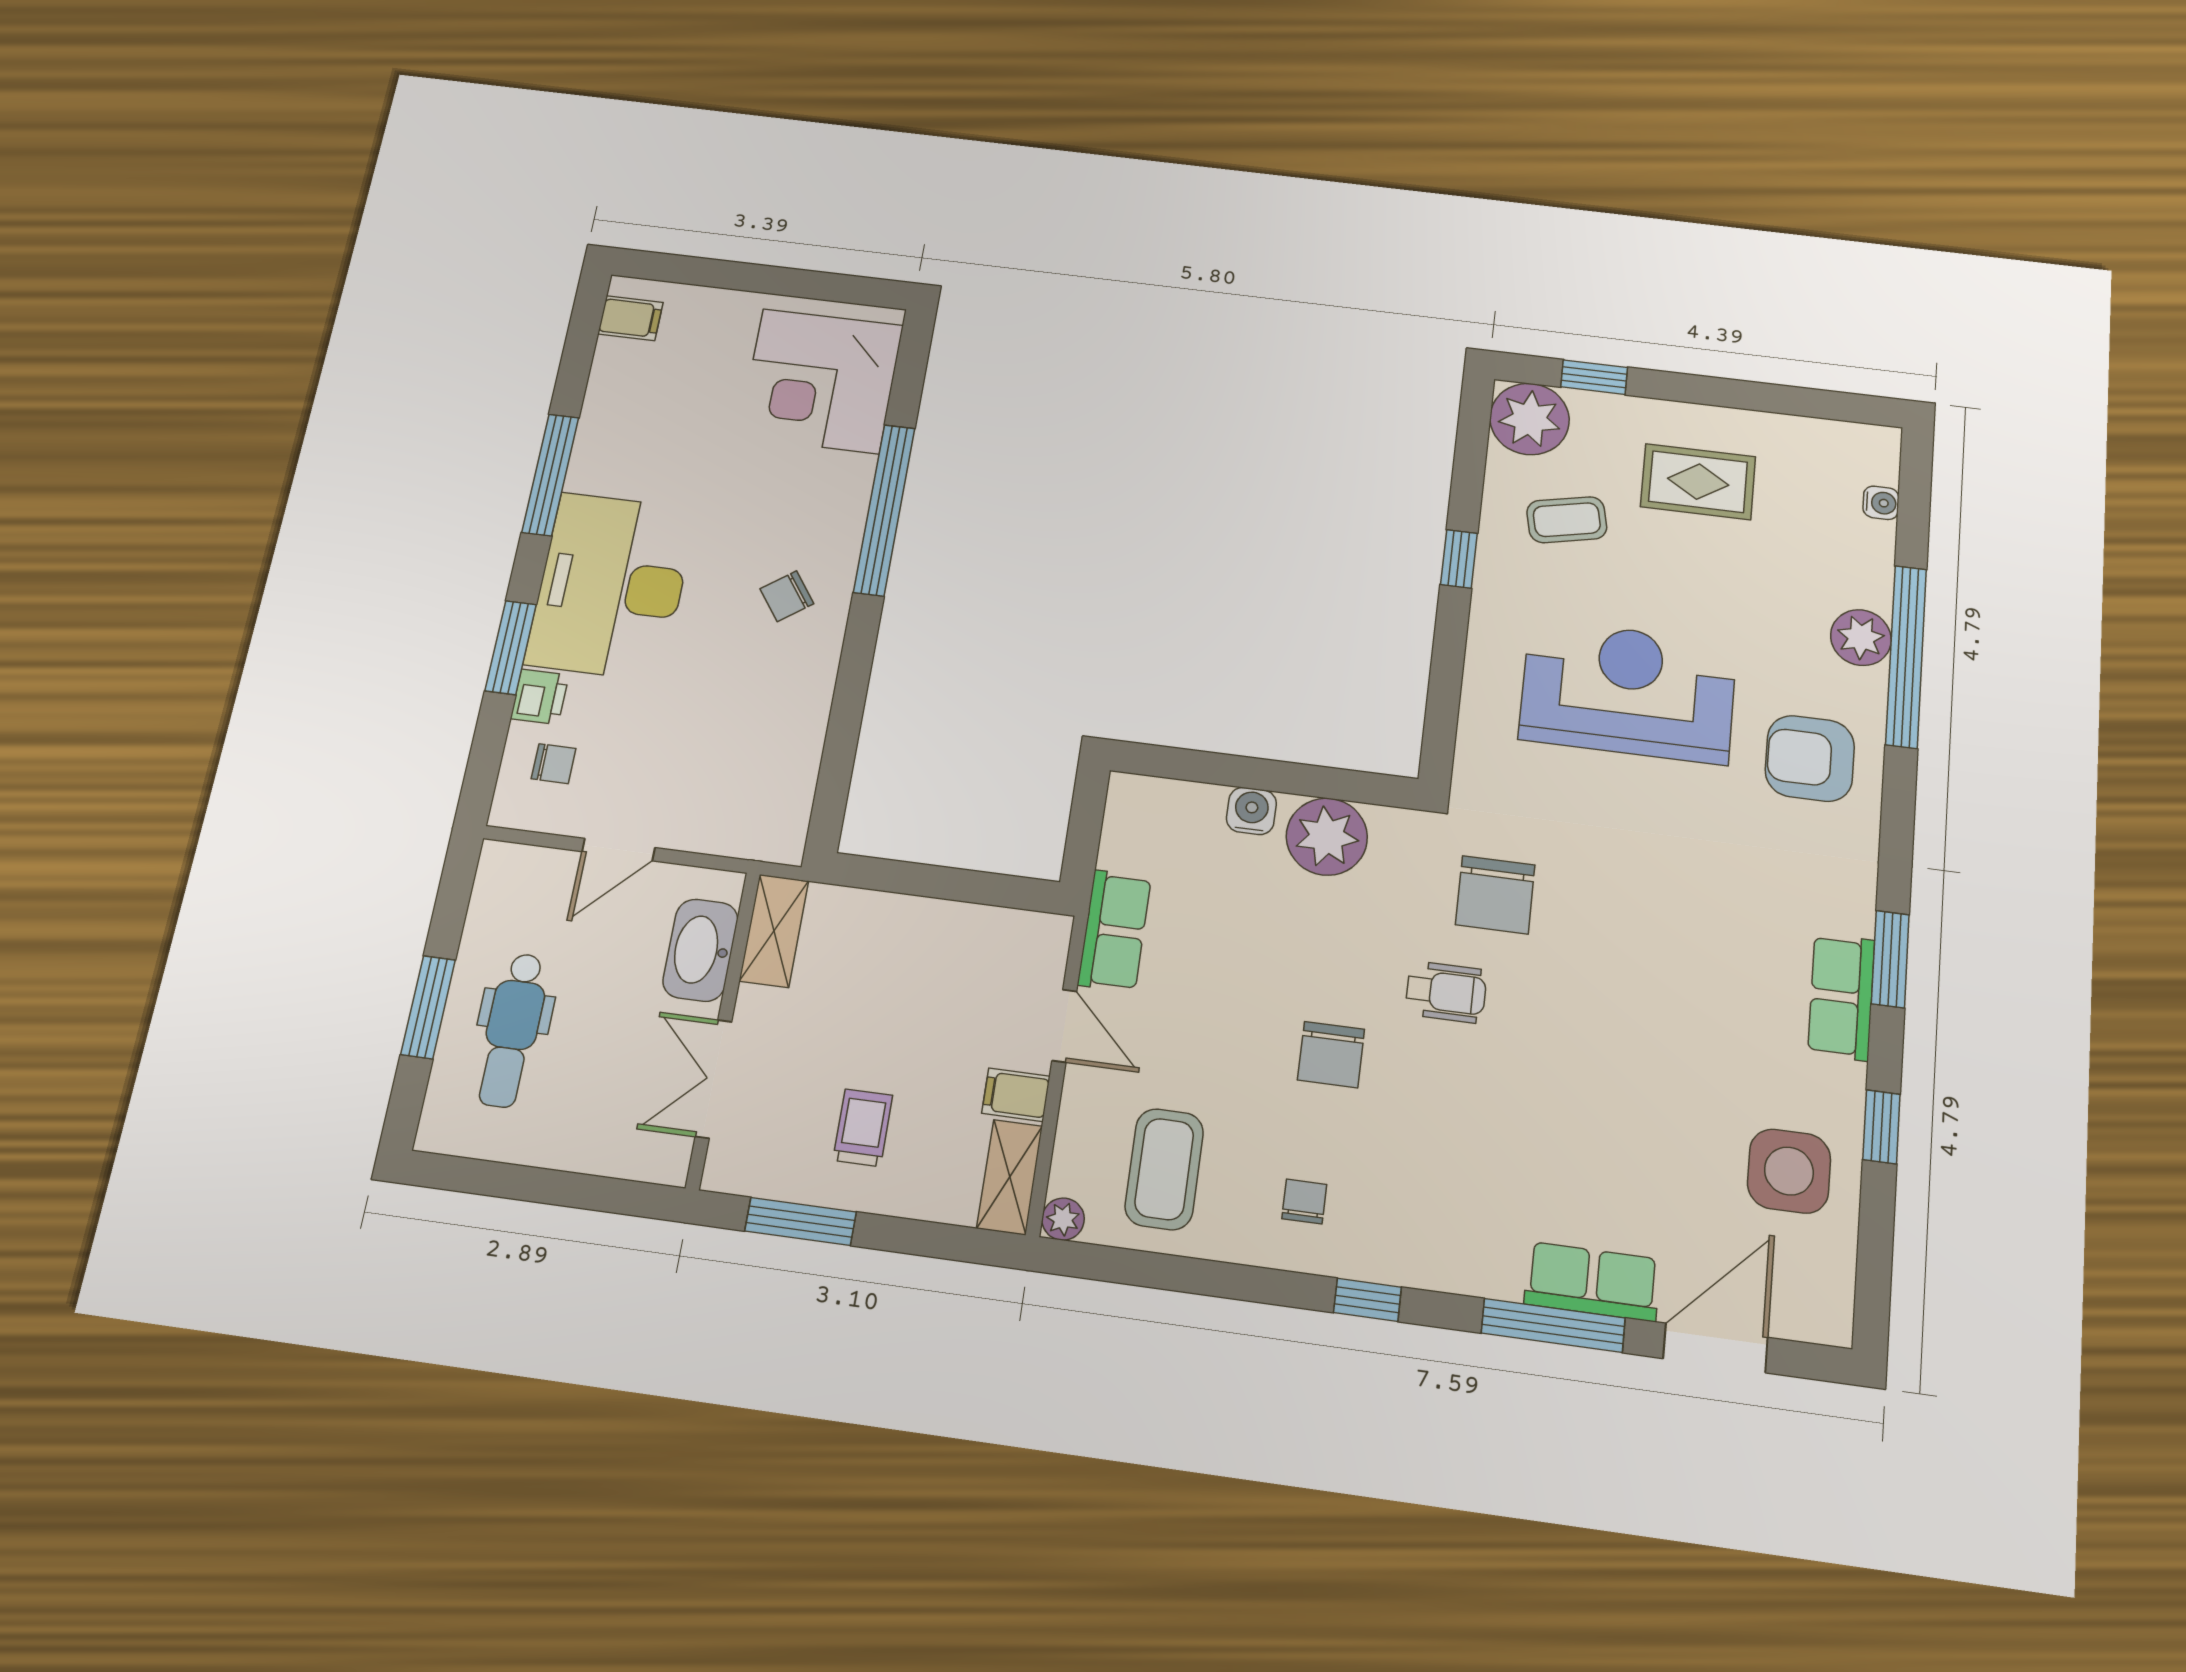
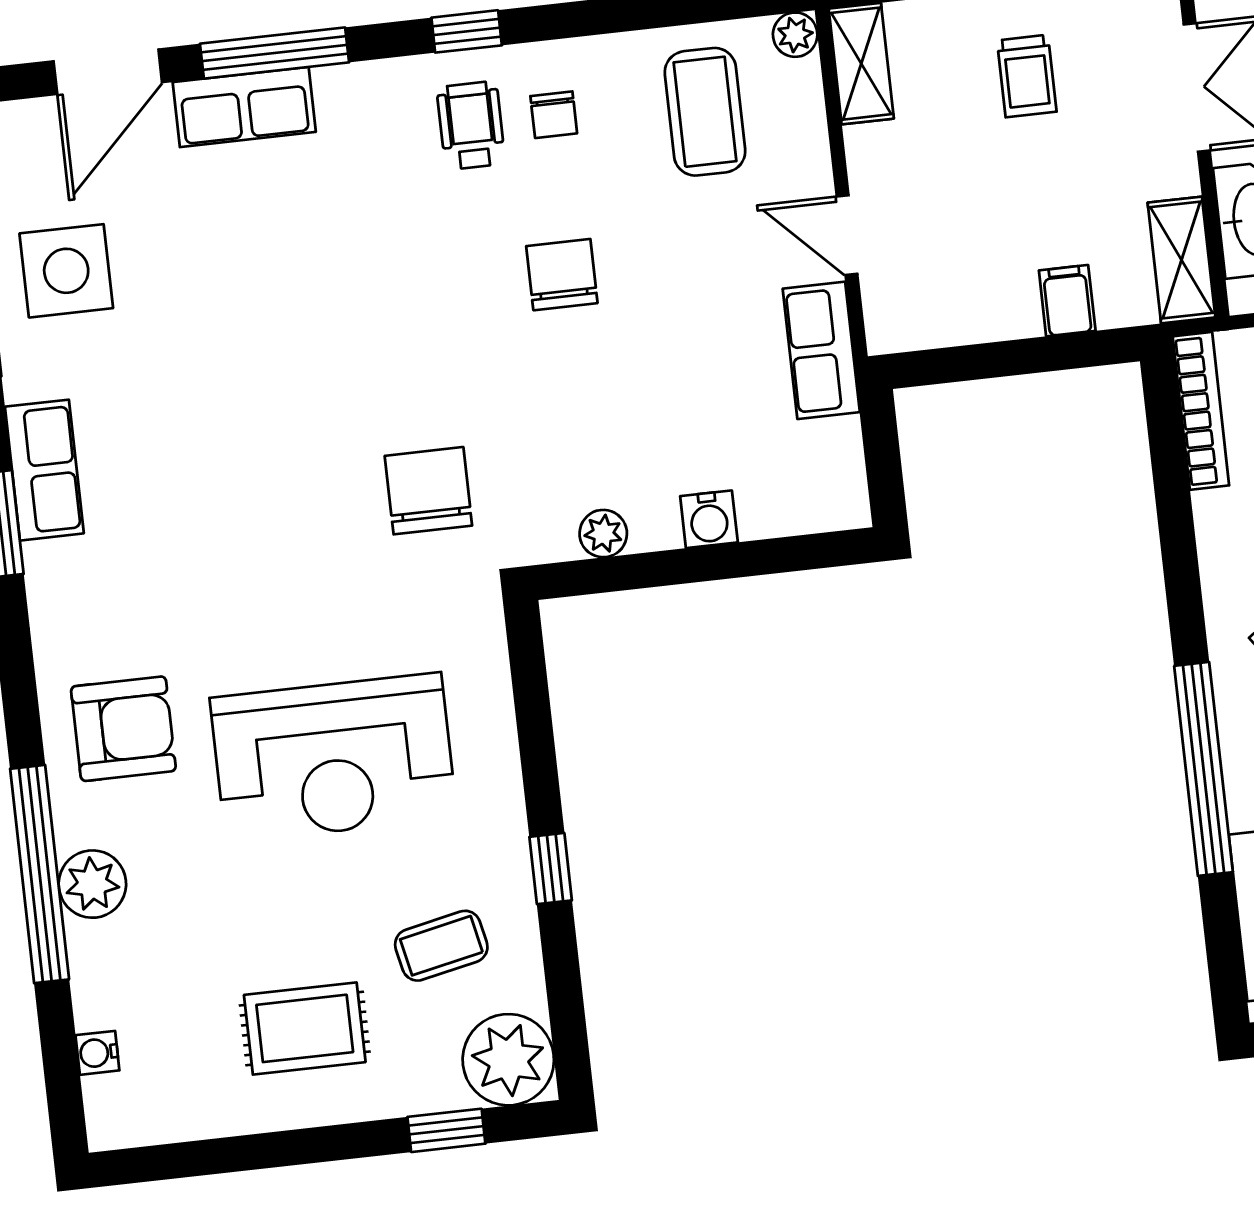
bookcase: (797, 799) -> (1201, 411), added
plant: (1327, 837) -> (603, 534), width x0.53, depth x0.53
wheelchair: (1446, 992) -> (471, 125), moved, turned 90
filing cabinet: (1016, 1095) -> (1067, 301), moved, turned -90

